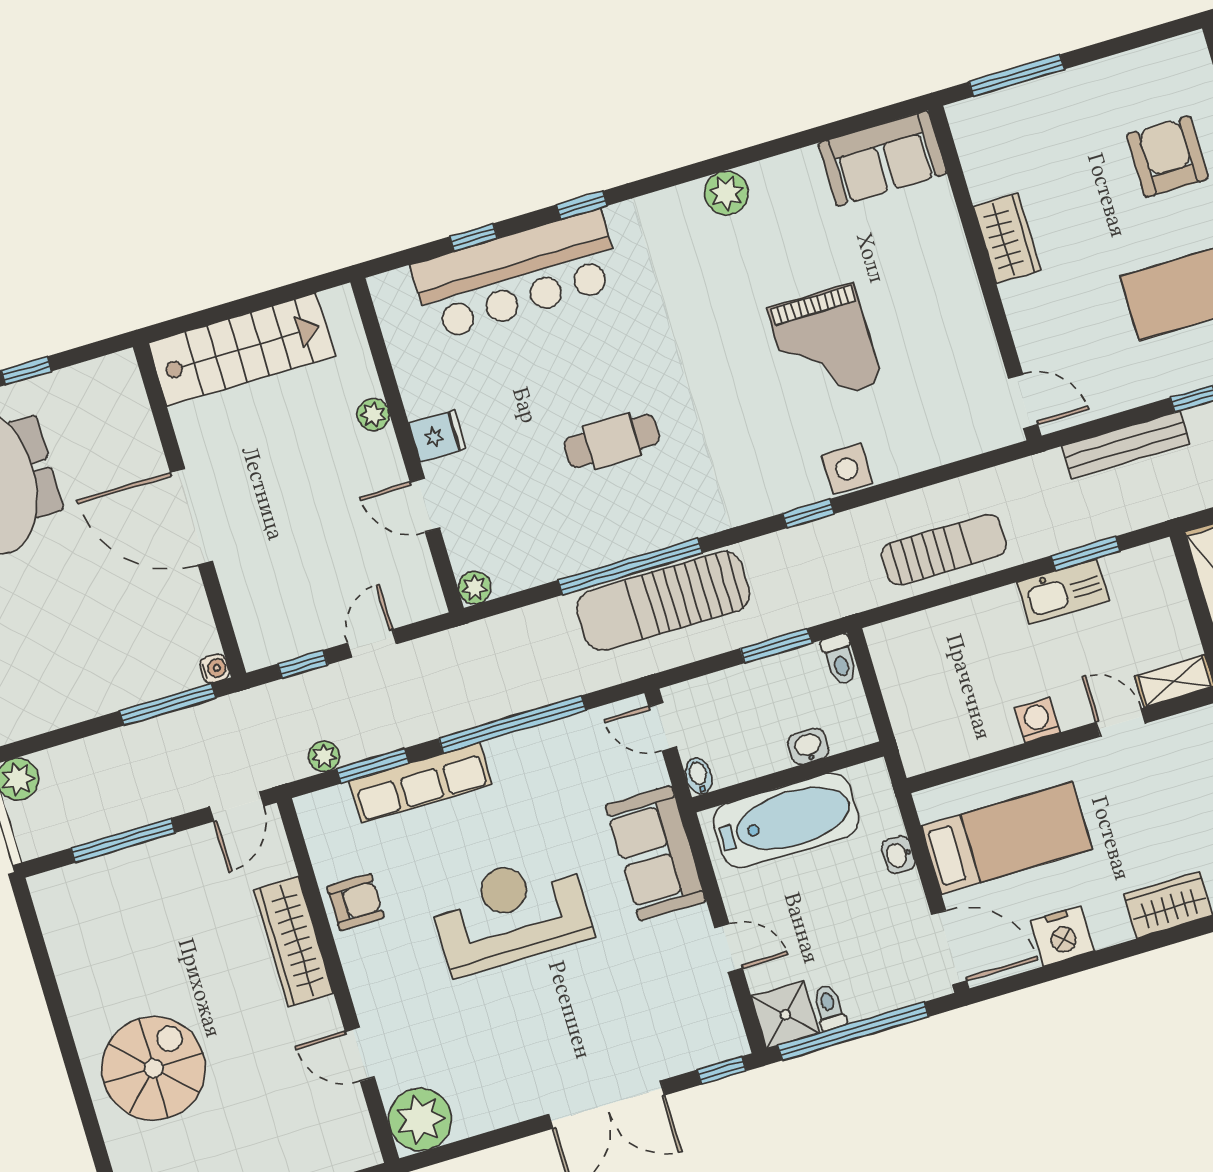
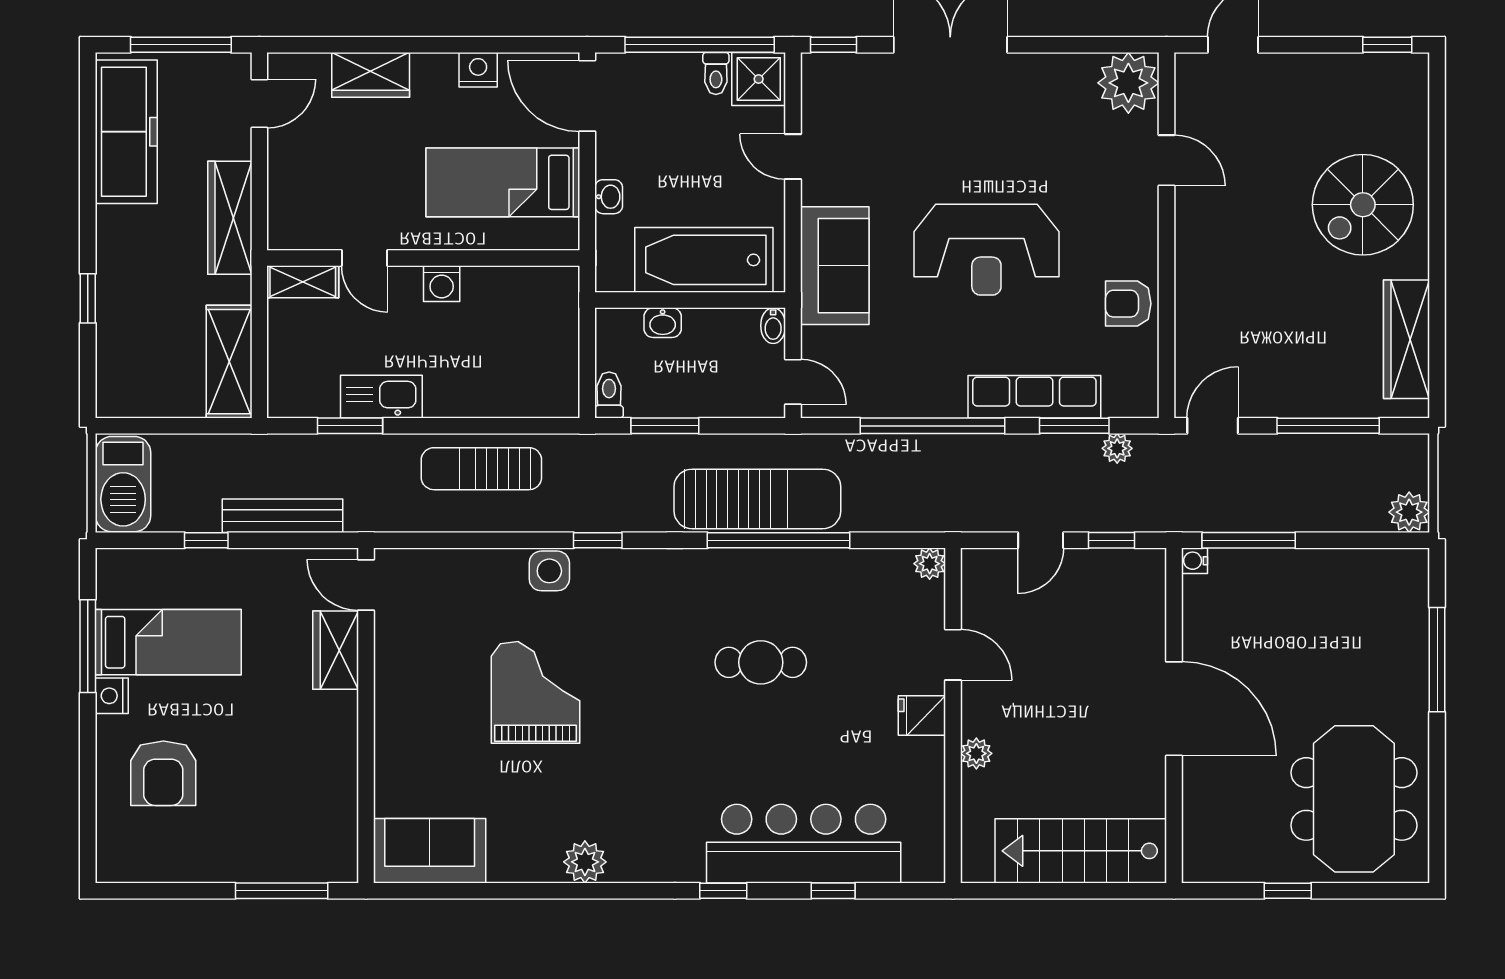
wardrobe: (1007, 238) -> (336, 650), moved
nightstand: (1062, 936) -> (478, 70), width x0.74, depth x0.75
wardrobe: (294, 942) -> (1407, 339), moved, turned 180

